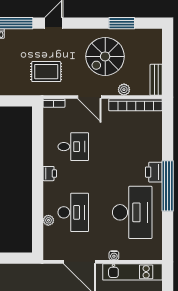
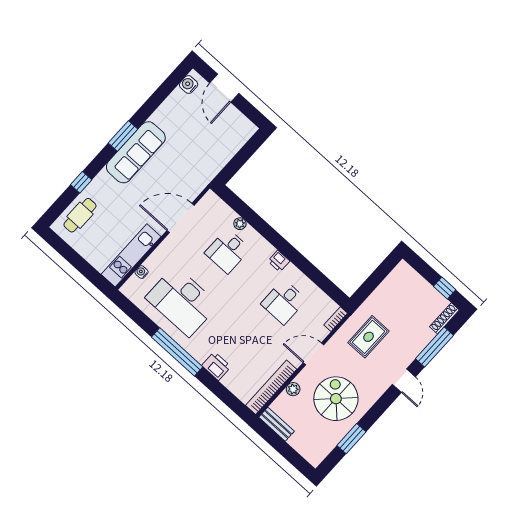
printer: (154, 172) -> (216, 366), moved
desk: (73, 212) -> (228, 251), width x0.73
water cooler: (114, 255) -> (141, 272), moved

